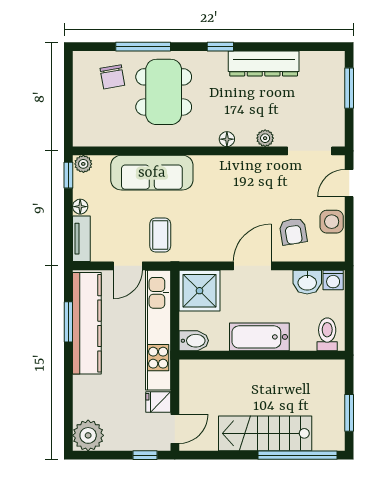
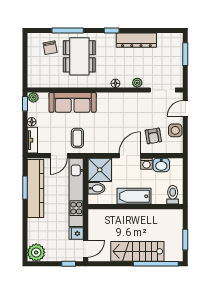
washing machine: (333, 280) -> (147, 164), moved
bidet: (194, 341) -> (97, 188), moved

